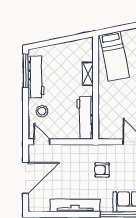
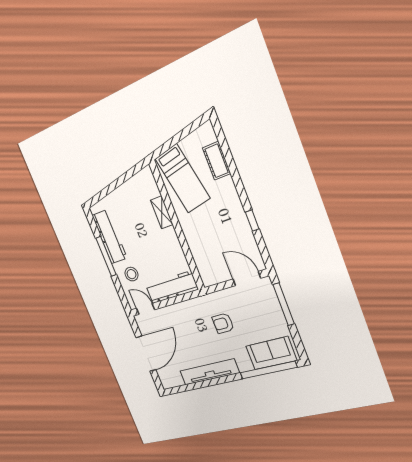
window: (26, 71) -> (106, 256), moved
workbench: (85, 118) -> (172, 287), moved, turned 90

